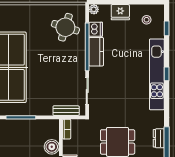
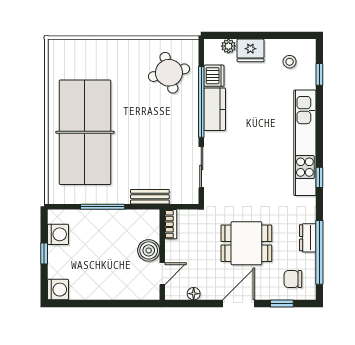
plant: (94, 9) -> (228, 46), moved
round table: (65, 27) -> (169, 73), turned -31
window: (167, 74) -> (319, 177), moved
bench: (66, 111) -> (150, 197), moved

